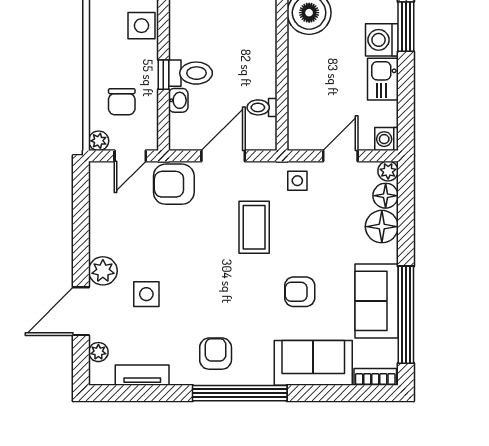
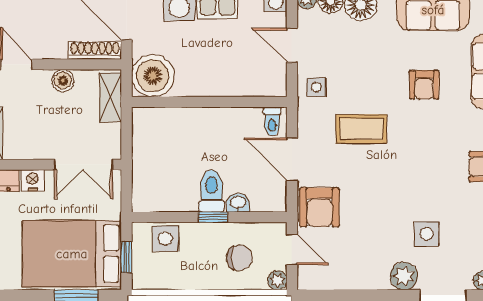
toilet: (262, 107) -> (272, 121), moved

